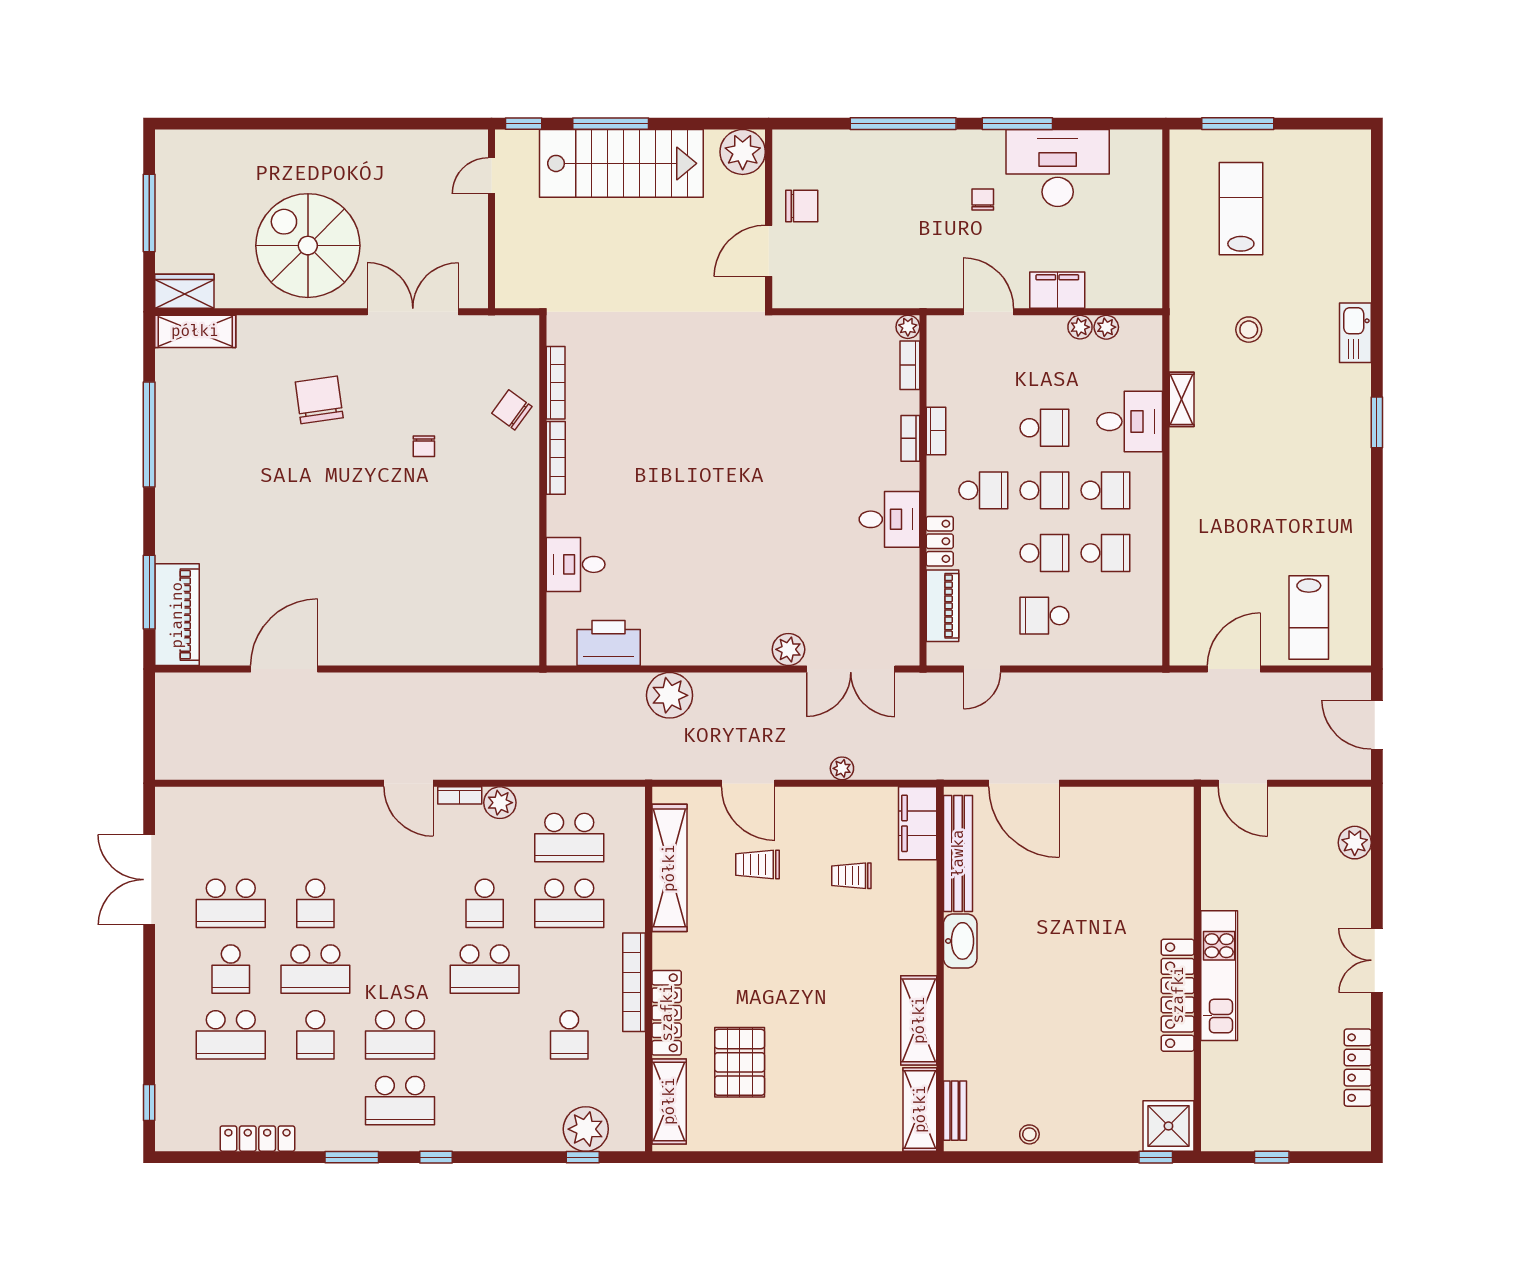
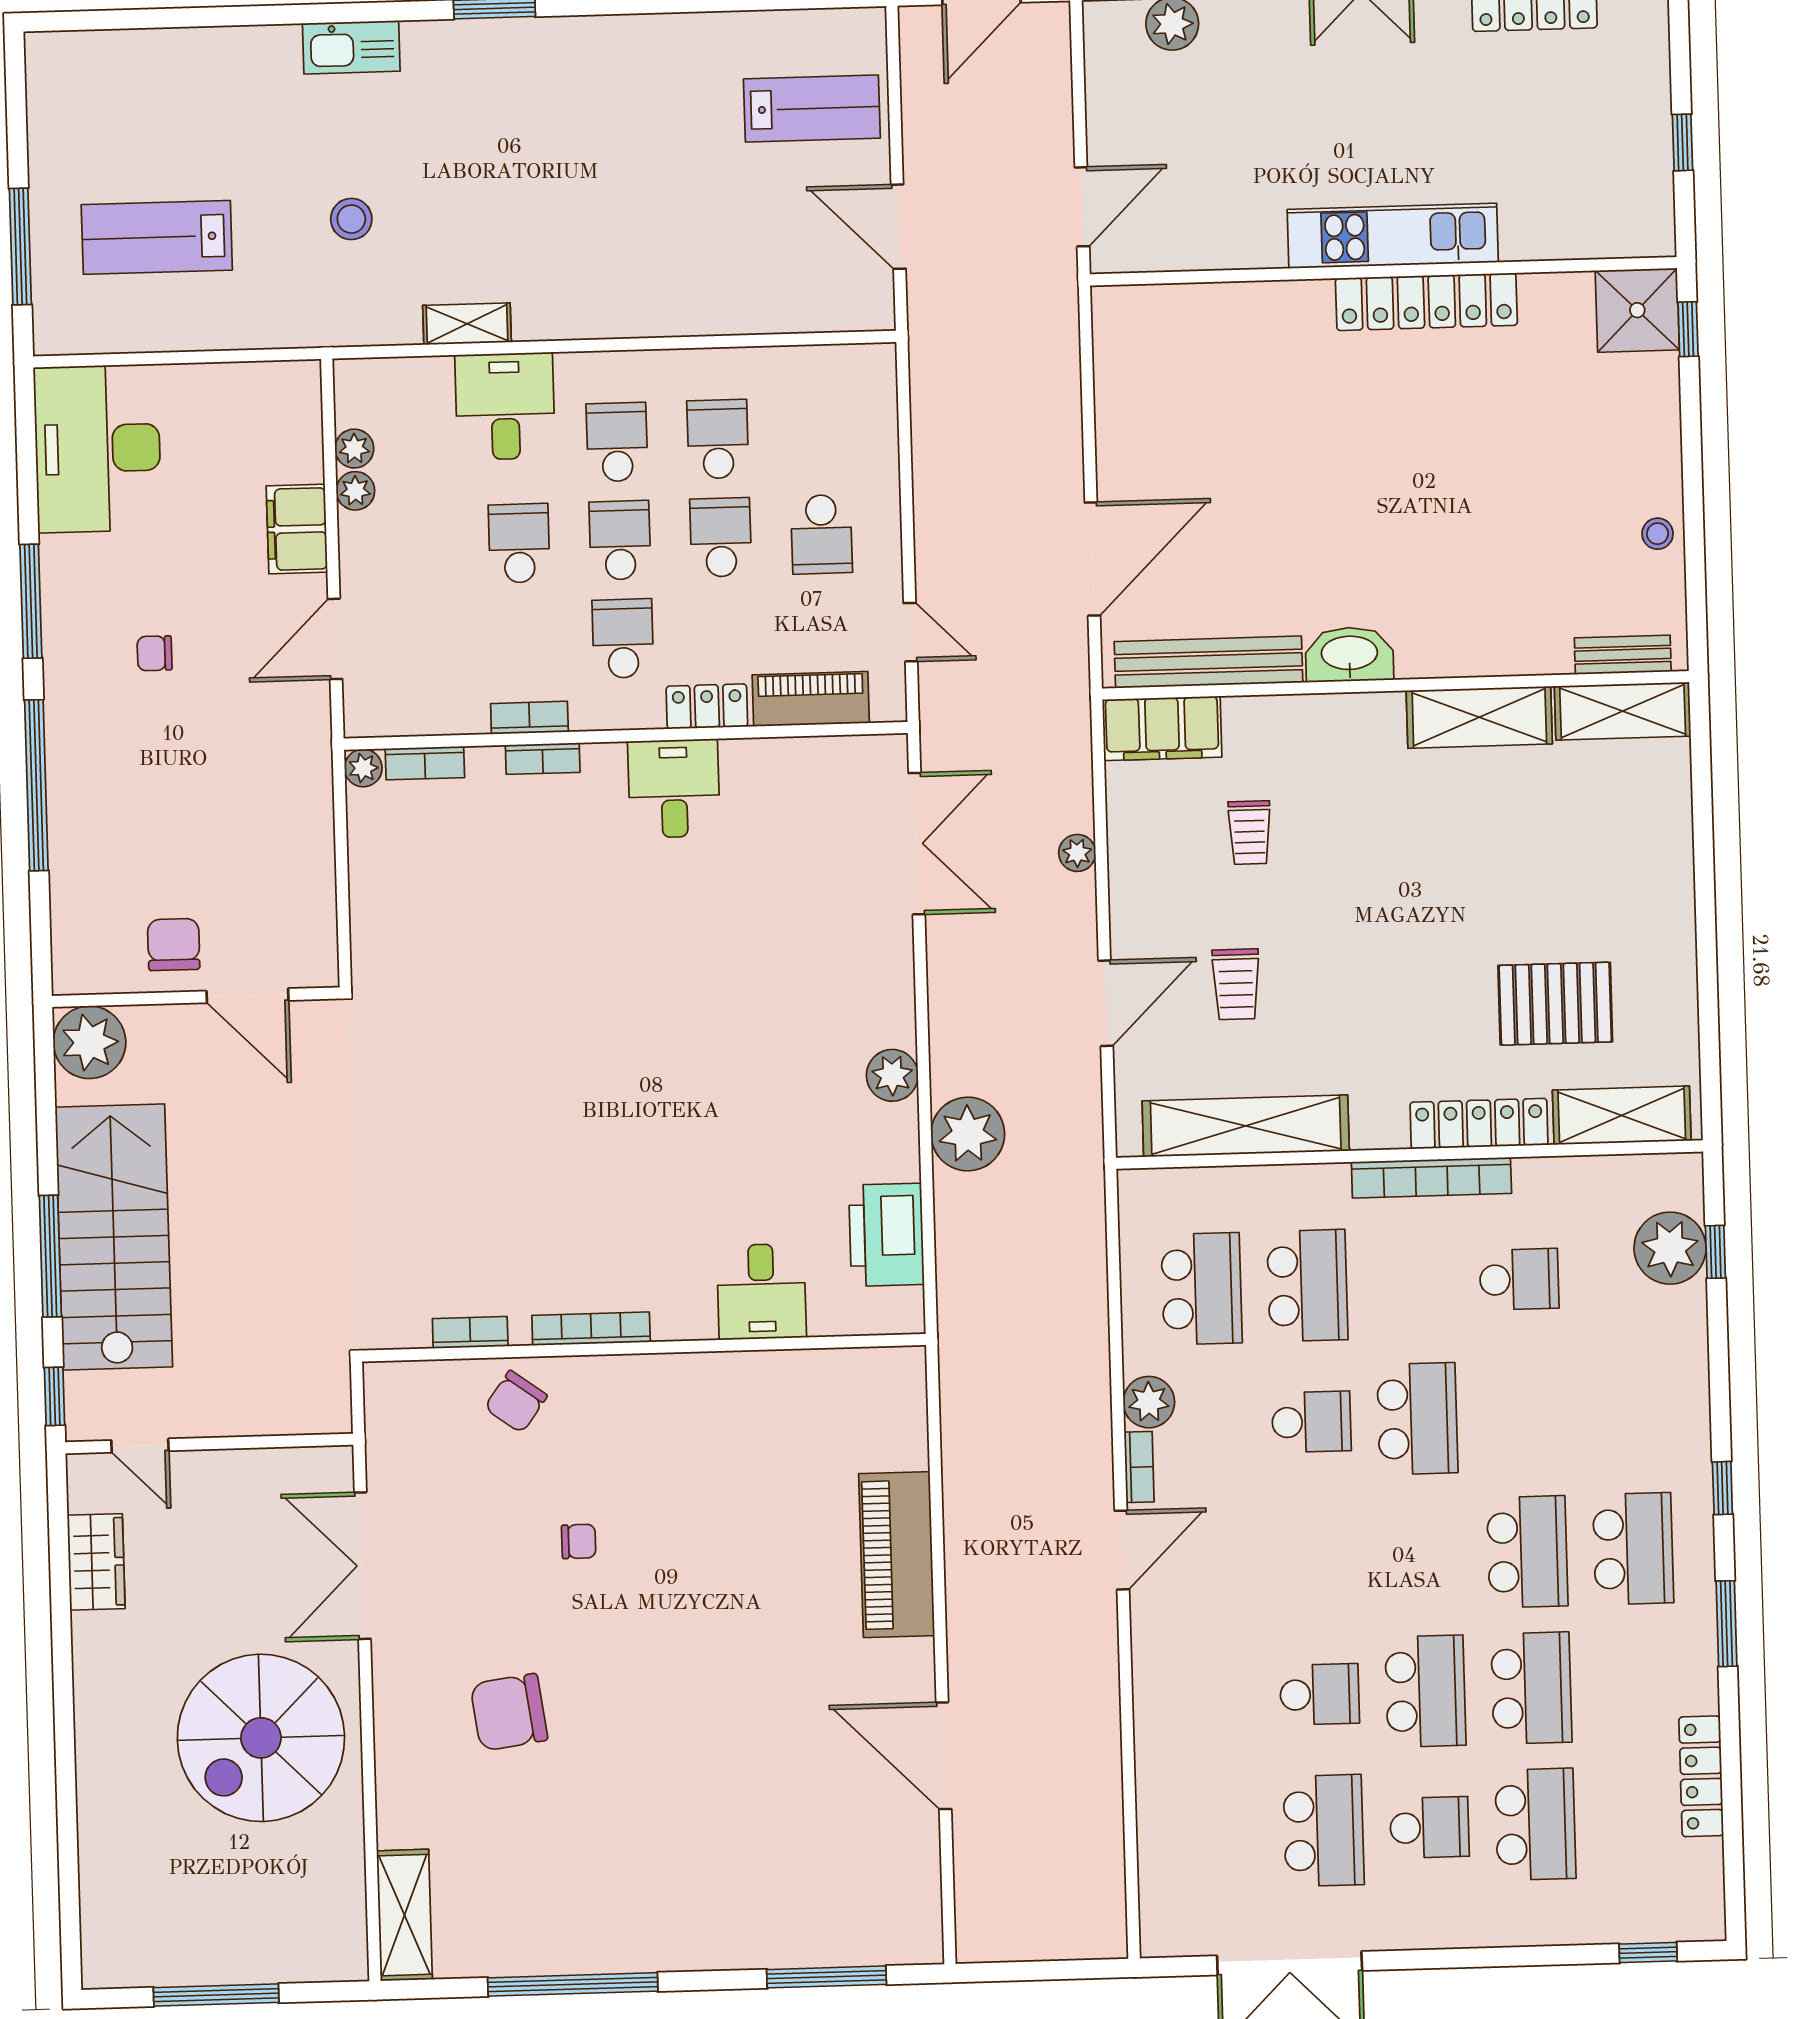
desk: (1058, 168) -> (98, 449), moved
wardrobe: (184, 291) -> (96, 1562), moved, turned 180
bookcase: (556, 383) -> (470, 1332), width x0.64
piano: (177, 615) -> (897, 1555), moved, turned -90
plant: (788, 649) -> (892, 1075), moved
school desk: (315, 1035) -> (1531, 1688), width x1.85

